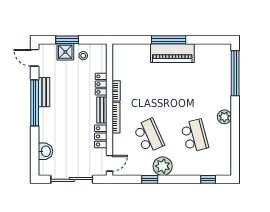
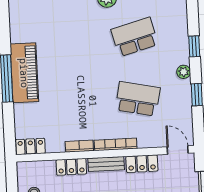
locker: (118, 55) -> (30, 146), added
school desk: (149, 136) -> (138, 99), turned 36
plant: (163, 166) -> (184, 72), width x0.53, depth x0.53
window: (208, 179) -> (194, 46), moved

